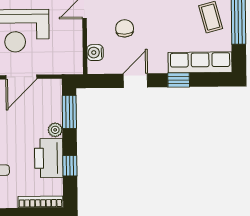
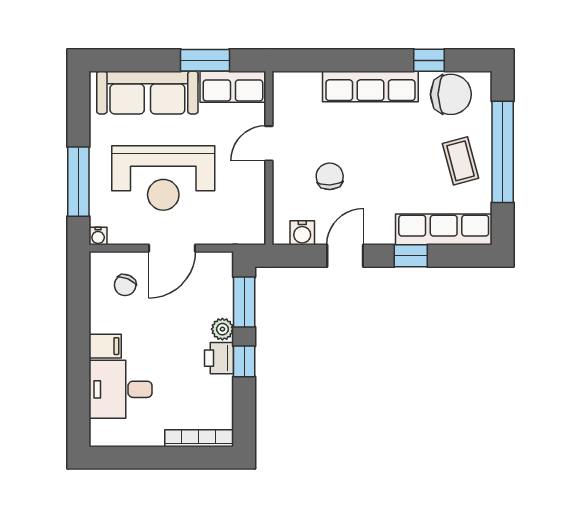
water cooler: (95, 53) -> (302, 233), moved, turned -90
printer: (49, 158) -> (219, 358), width x0.53, depth x0.68
window: (70, 166) -> (244, 361), moved

